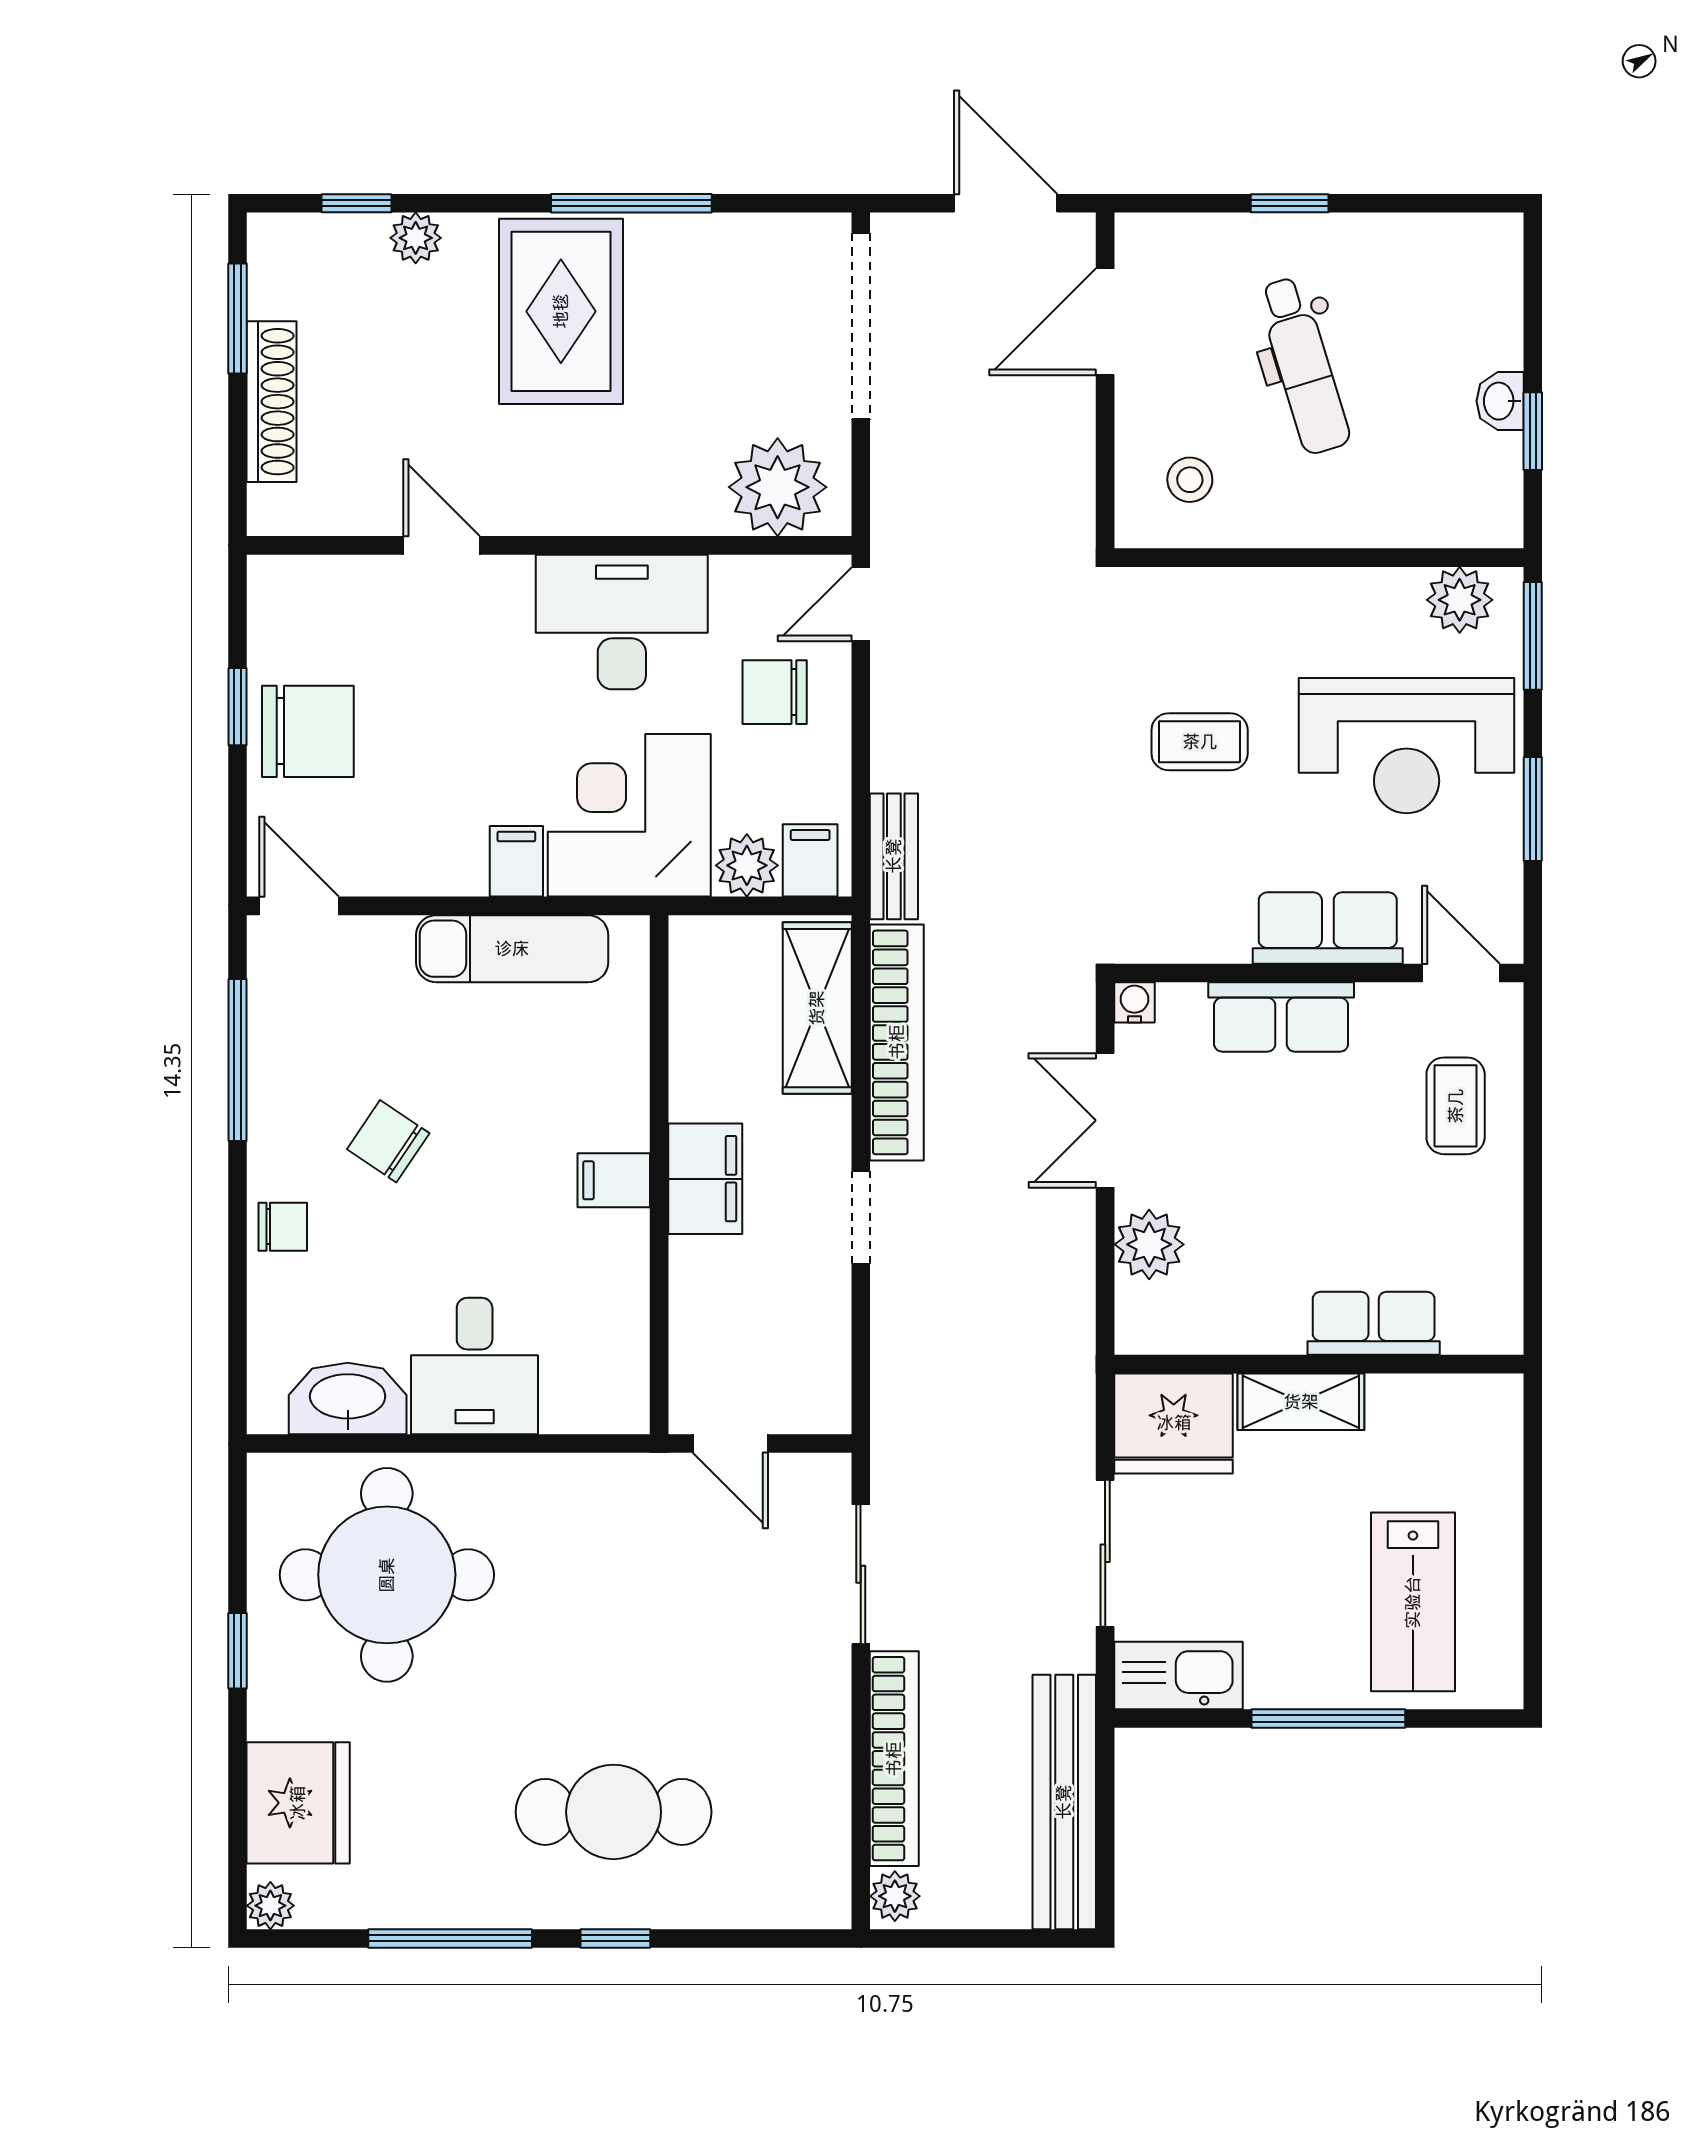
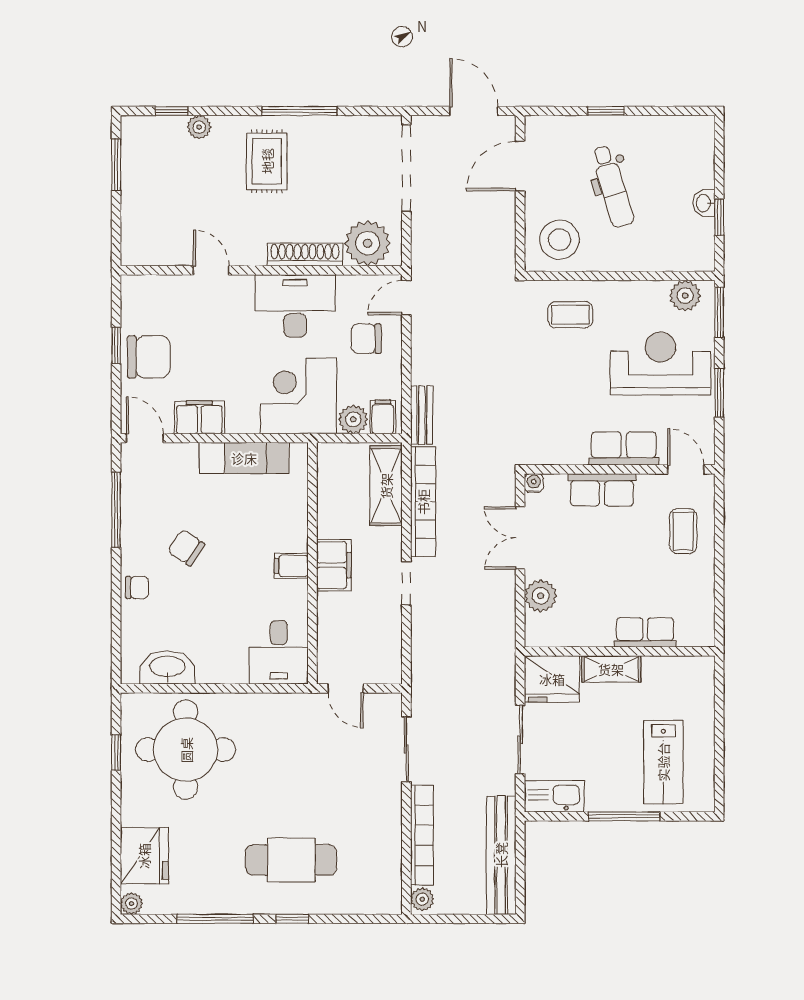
rug: (561, 311) -> (267, 161), width x0.73, depth x0.70
shoe rack: (272, 402) -> (305, 254), moved, turned -90
stool: (1190, 480) -> (560, 240), width x1.89, depth x1.89
coffee table: (1200, 742) -> (570, 315), moved
reception desk: (1407, 746) -> (660, 364), turned 180
filing cabinet: (516, 861) -> (199, 417), moved, width x2.00
desk: (475, 1366) -> (279, 652), moved
window: (238, 1651) -> (116, 753), moved

